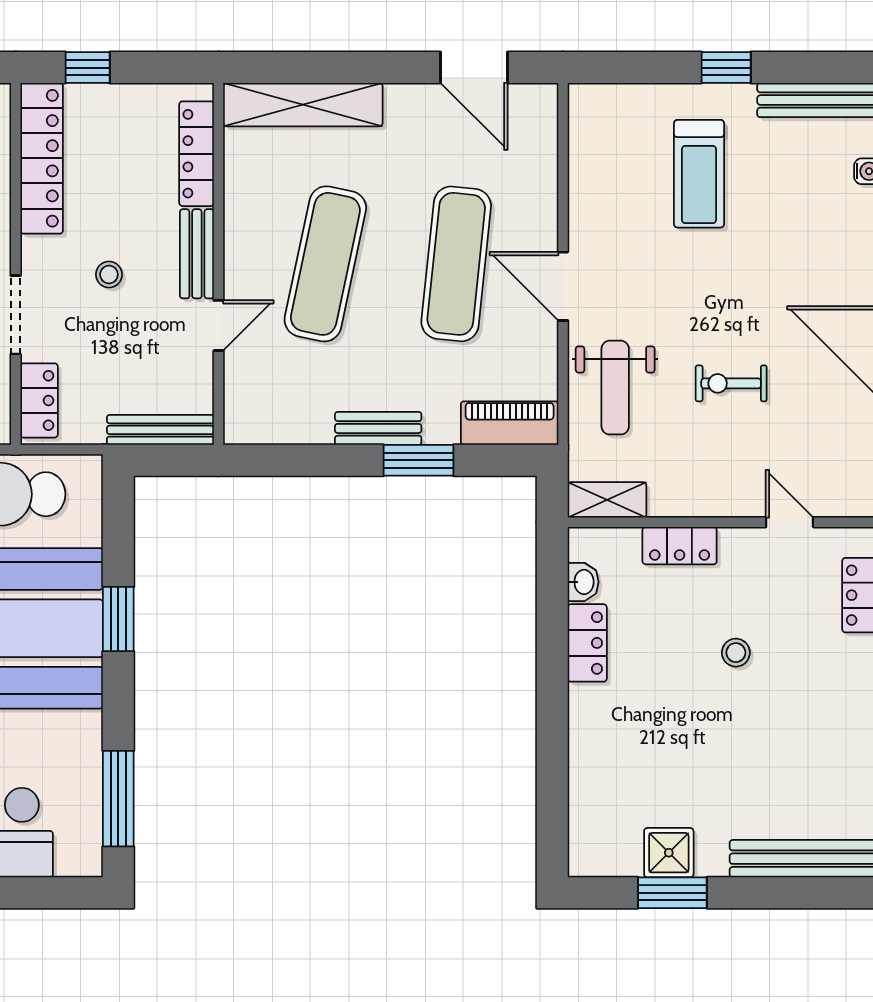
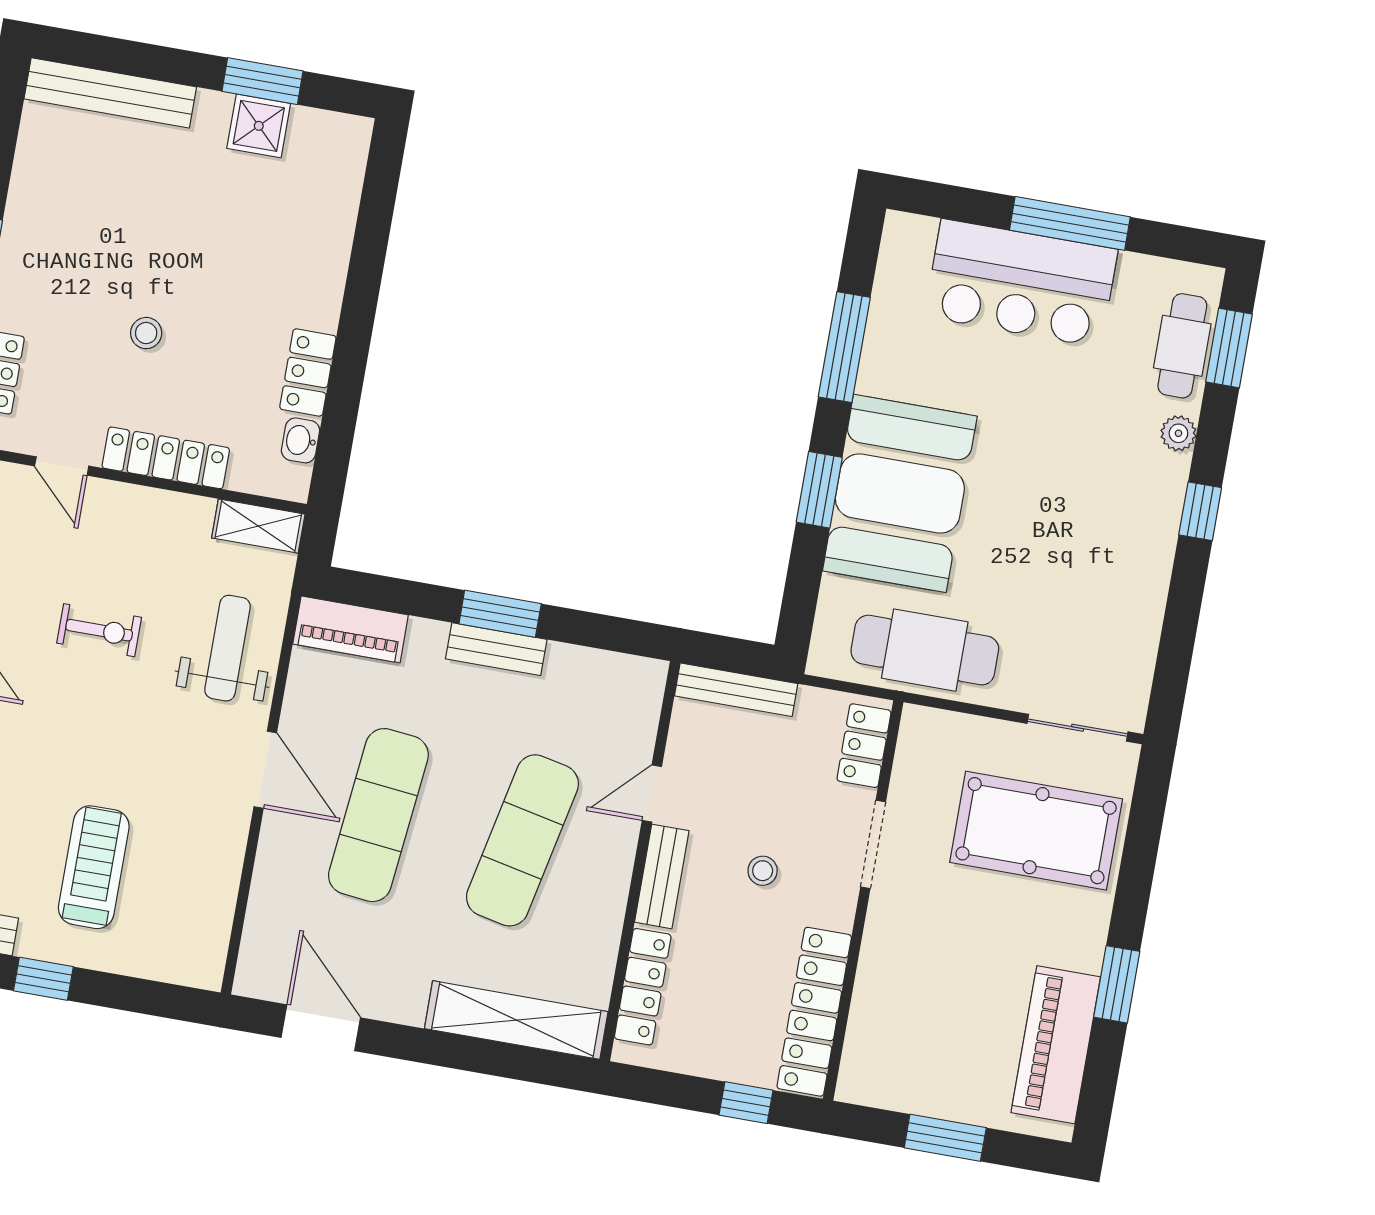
window: (419, 460) -> (500, 614), moved
locker: (680, 546) -> (166, 458), width x1.53
window: (118, 799) -> (844, 347), moved

